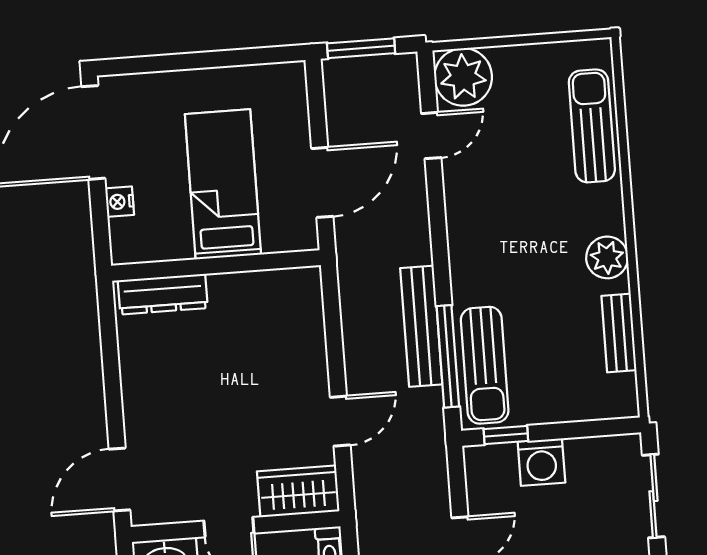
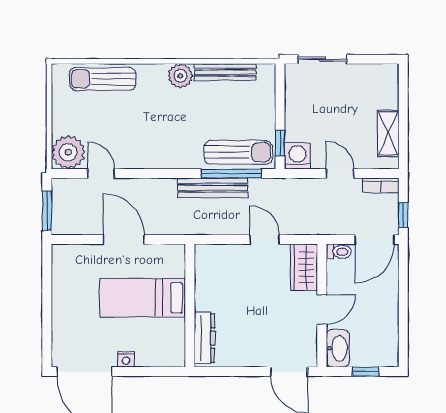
bed: (223, 184) -> (143, 298), moved
wall: (216, 265) -> (190, 306), moved
dresser: (163, 294) -> (204, 338), moved
bench: (619, 333) -> (225, 72), width x1.36
washing machine: (541, 462) -> (298, 156), moved, turned -90

